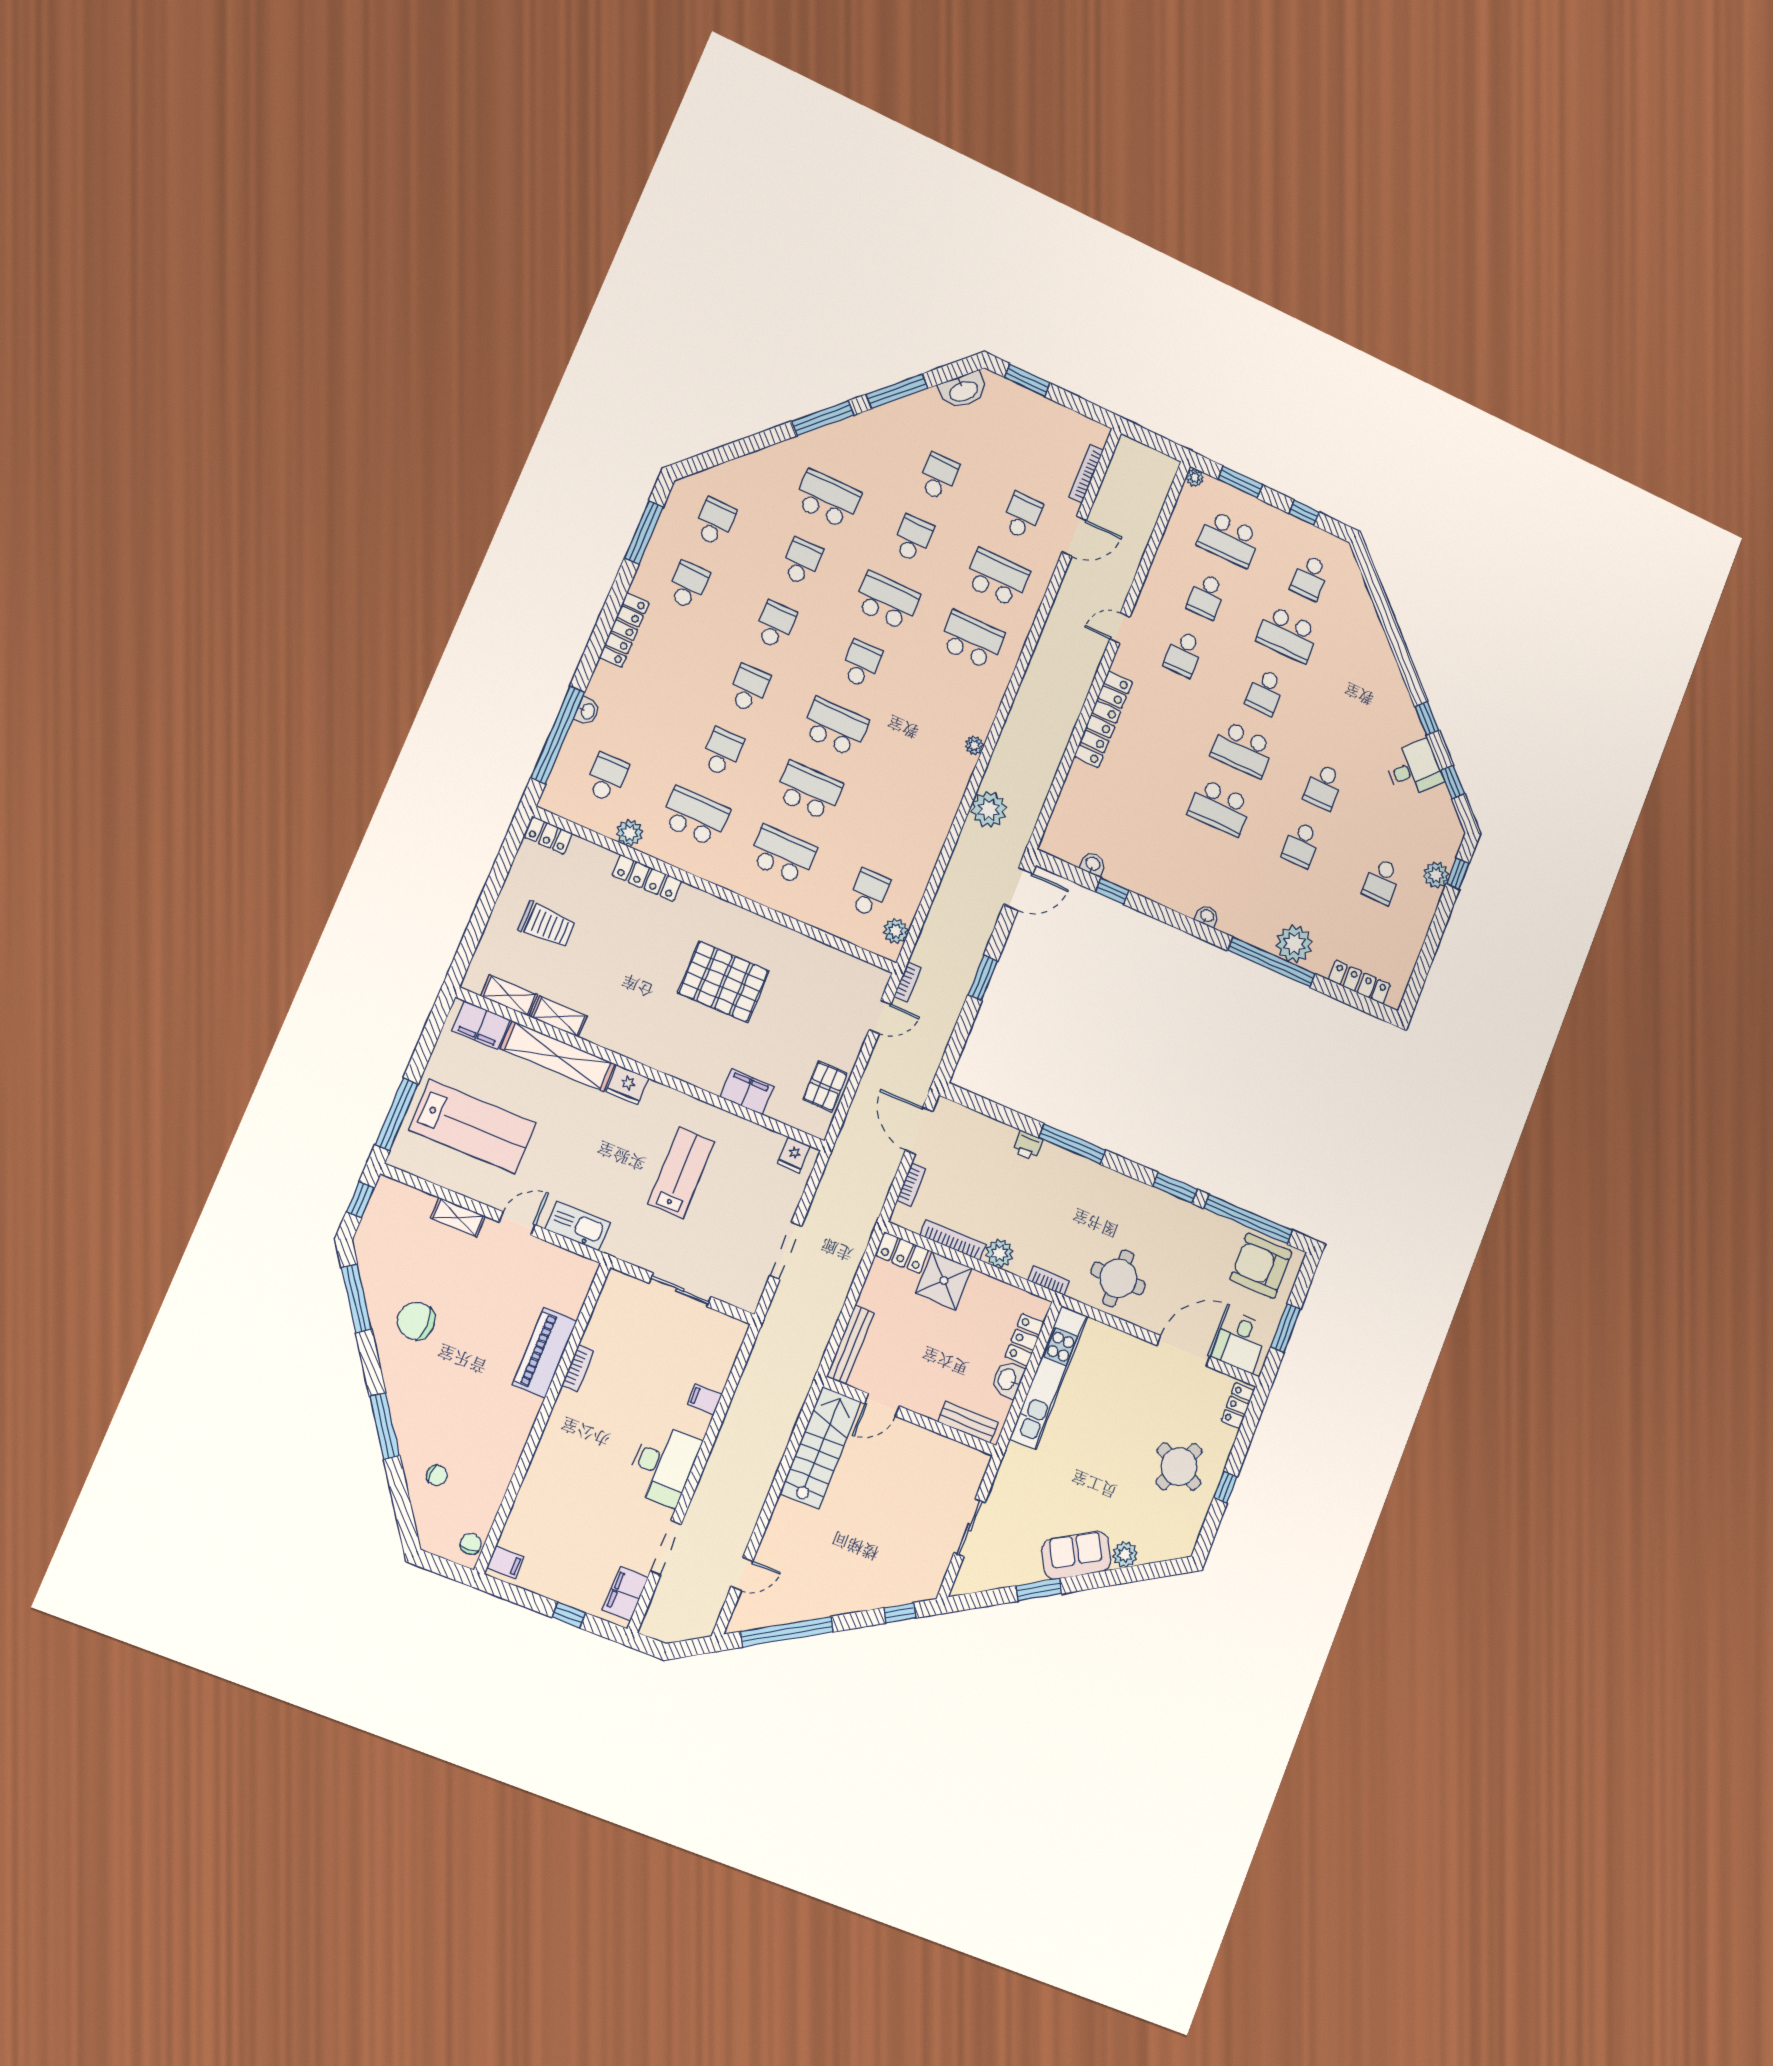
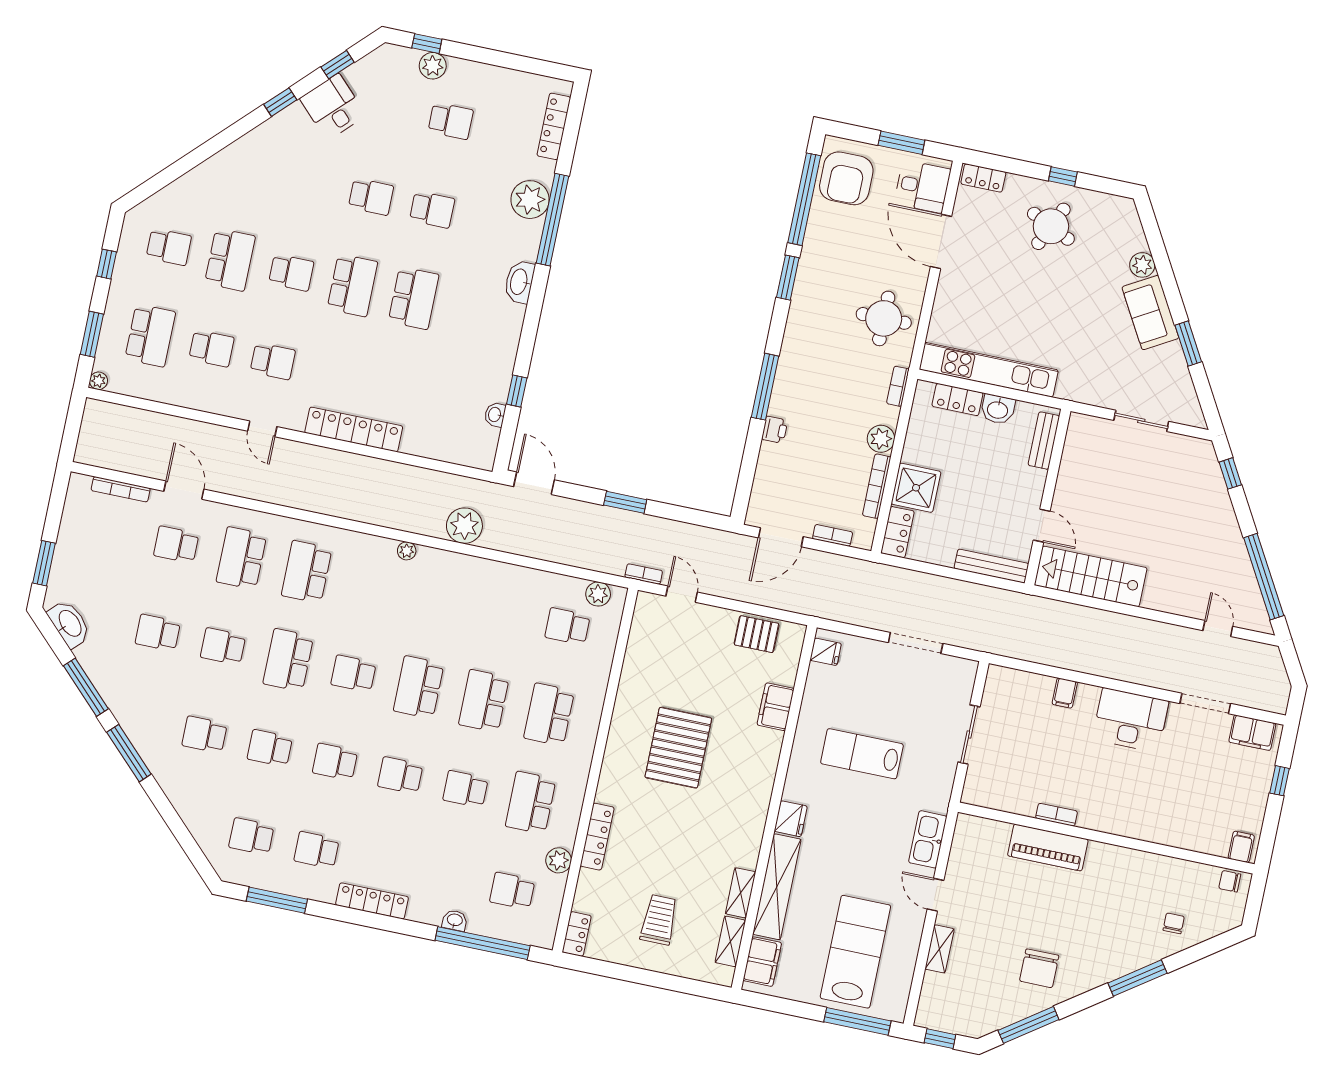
school desk: (827, 499) -> (205, 735), width x0.54
washbasin: (1207, 916) -> (519, 282), width x1.91, depth x1.45

